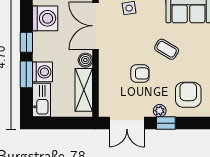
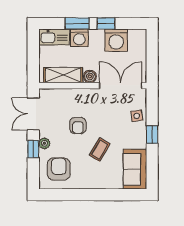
washing machine: (45, 18) -> (116, 40), moved
armchair: (188, 95) -> (59, 169), turned -90

